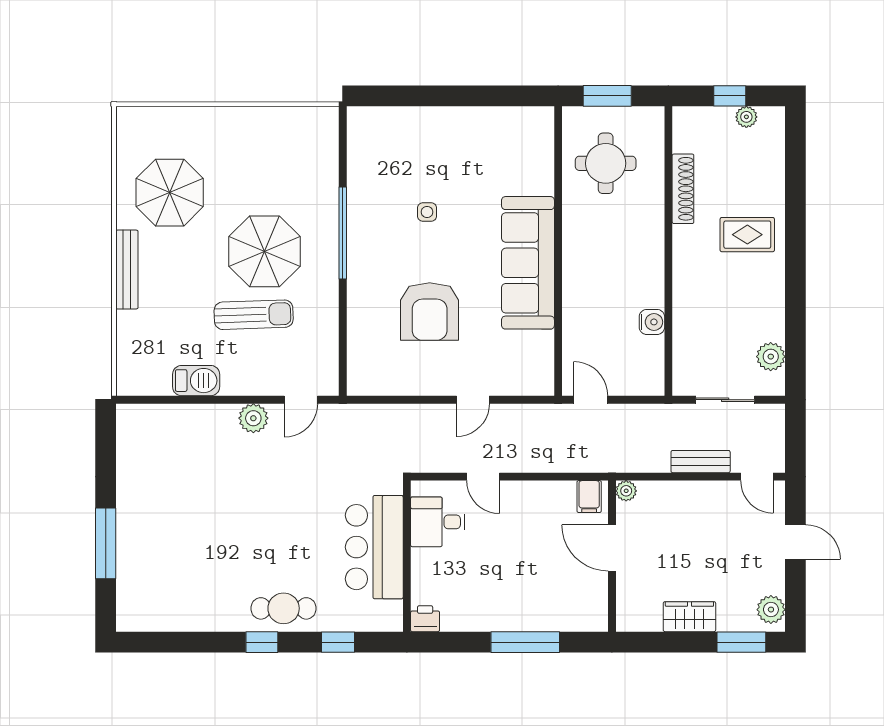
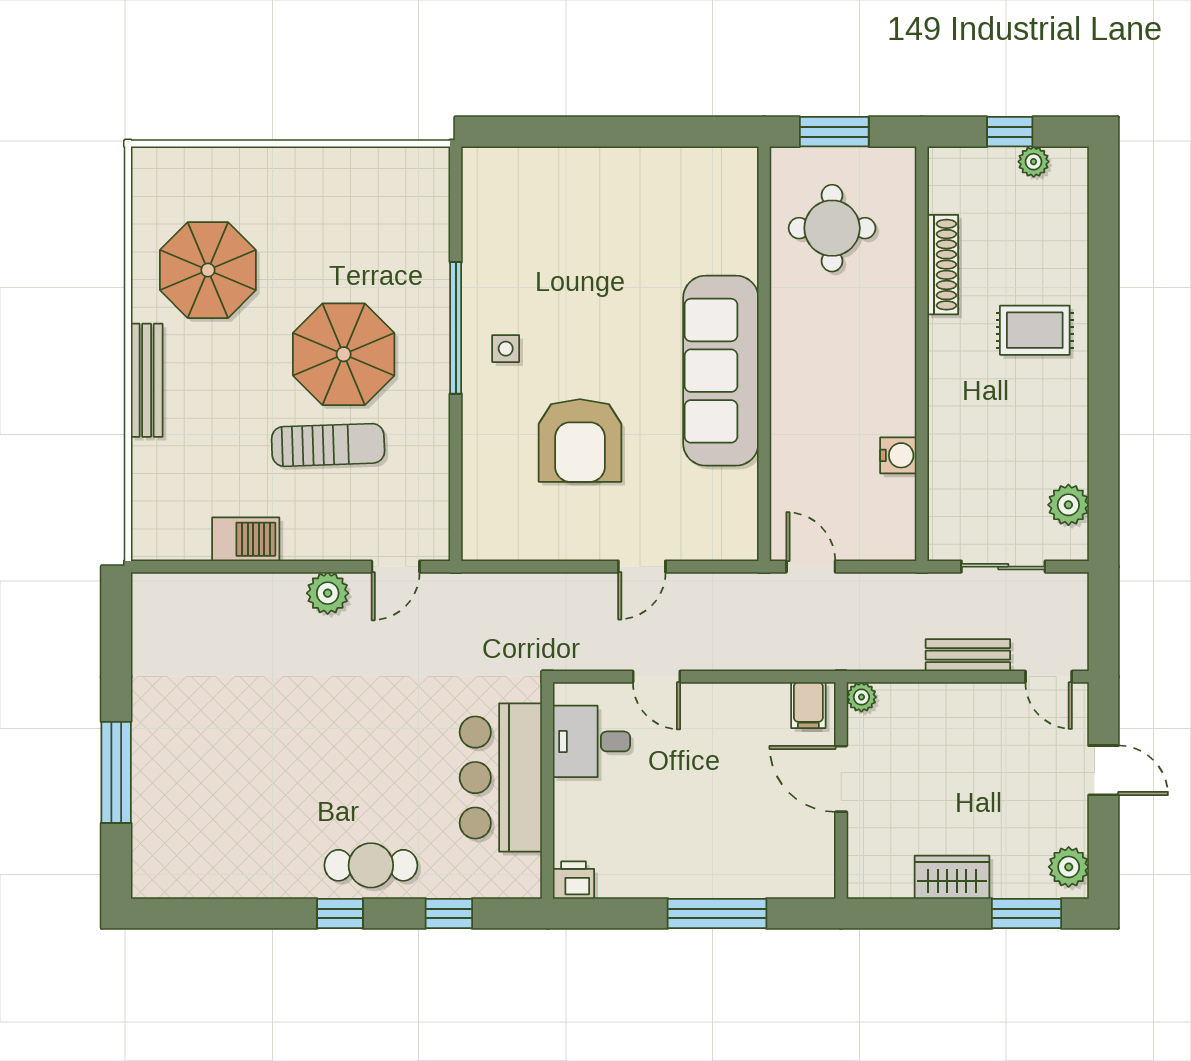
side table: (427, 212) -> (506, 349), moved

